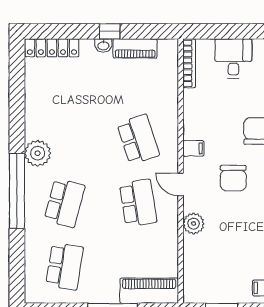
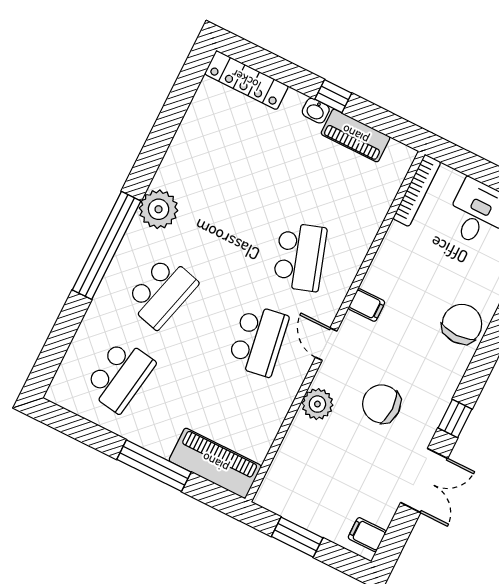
chair: (233, 178) -> (382, 404), moved, turned 90

